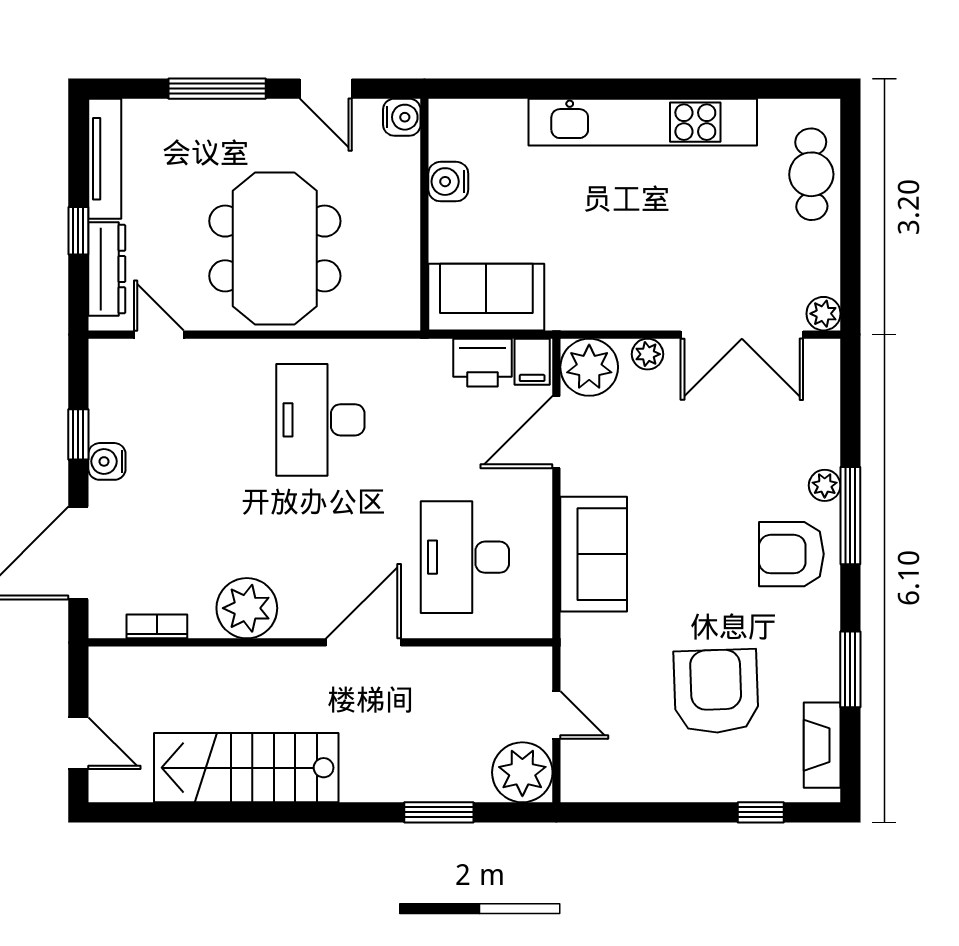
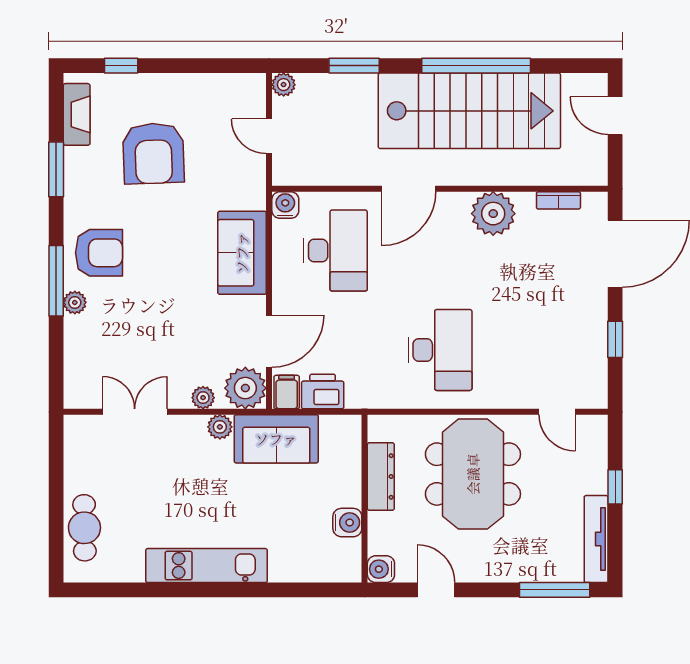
window: (217, 89) -> (555, 590), moved
kitchen unit: (643, 122) -> (206, 566), width x0.73
dresser: (107, 269) -> (381, 477), moved, turned 180
sofa: (486, 297) -> (276, 439), moved
plant: (824, 314) -> (220, 427), moved
double door: (742, 335) -> (135, 412), width x0.73
water cooler: (107, 461) -> (285, 205), moved, turned -90
stairs: (246, 768) -> (469, 111), width x1.36, depth x1.51
plant: (522, 772) -> (284, 85), width x0.53, depth x0.53
window: (271, 812) -> (476, 66), added

